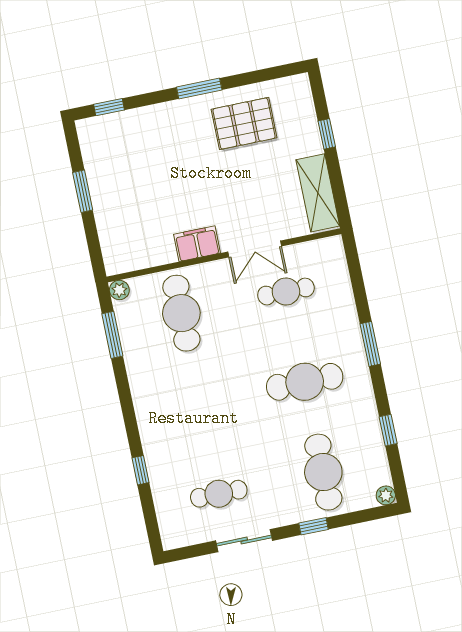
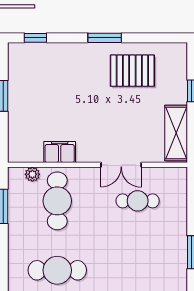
filing cabinet: (197, 244) -> (60, 152), moved
plant: (119, 290) -> (32, 174), moved
cafe table: (305, 382) -> (57, 270), moved

